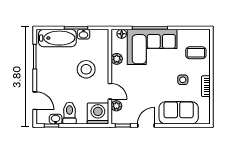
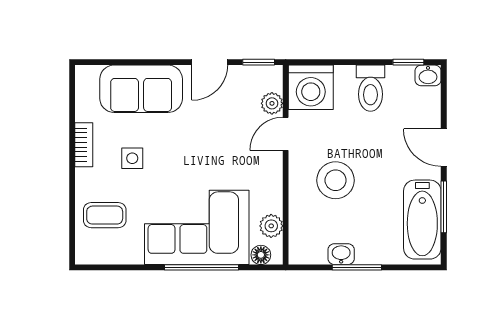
bathtub: (57, 38) -> (422, 220), moved, turned -90
plant: (117, 59) -> (271, 226), moved
door: (110, 91) -> (286, 134), hinge flipped
door: (35, 101) -> (444, 148), moved
washbasin: (56, 119) -> (428, 75), moved

